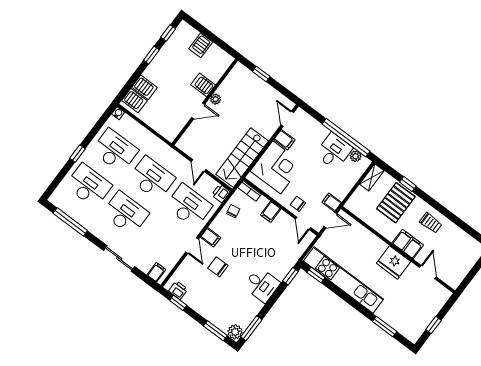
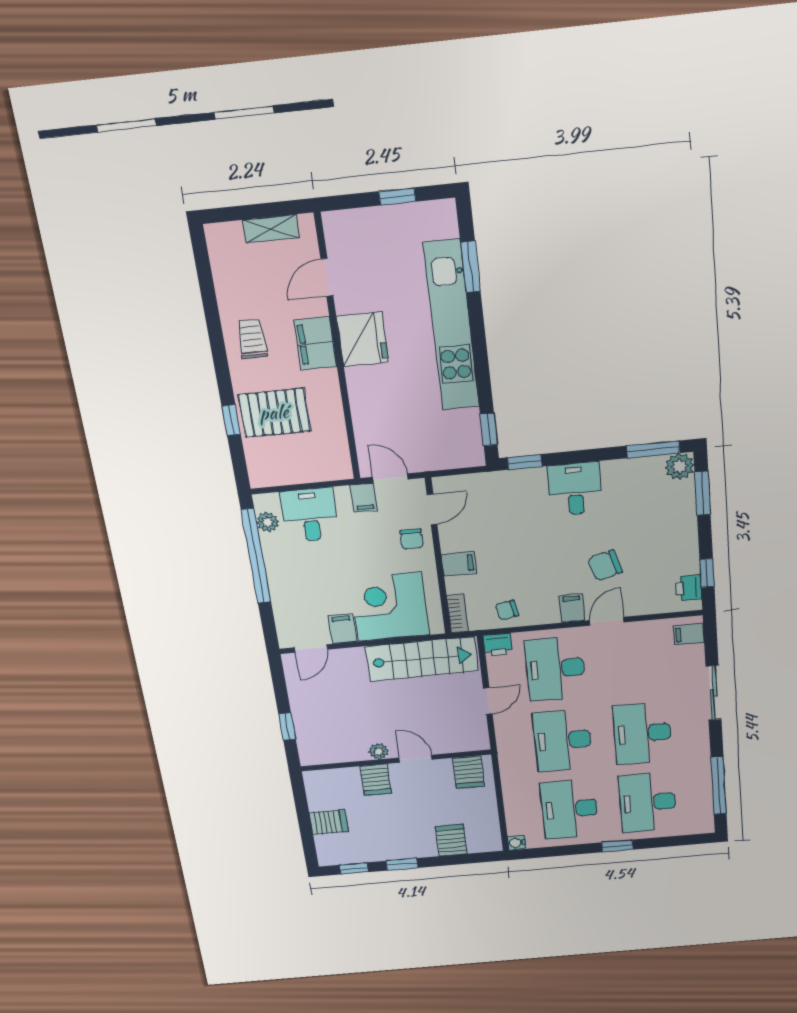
server rack: (134, 101) -> (468, 772), moved, turned 180
desk: (334, 151) -> (310, 515), moved, turned 90
shelving: (372, 177) -> (271, 229), moved
chair: (218, 267) -> (605, 566), turned 74
kitchen unit: (343, 280) -> (452, 326), moved

